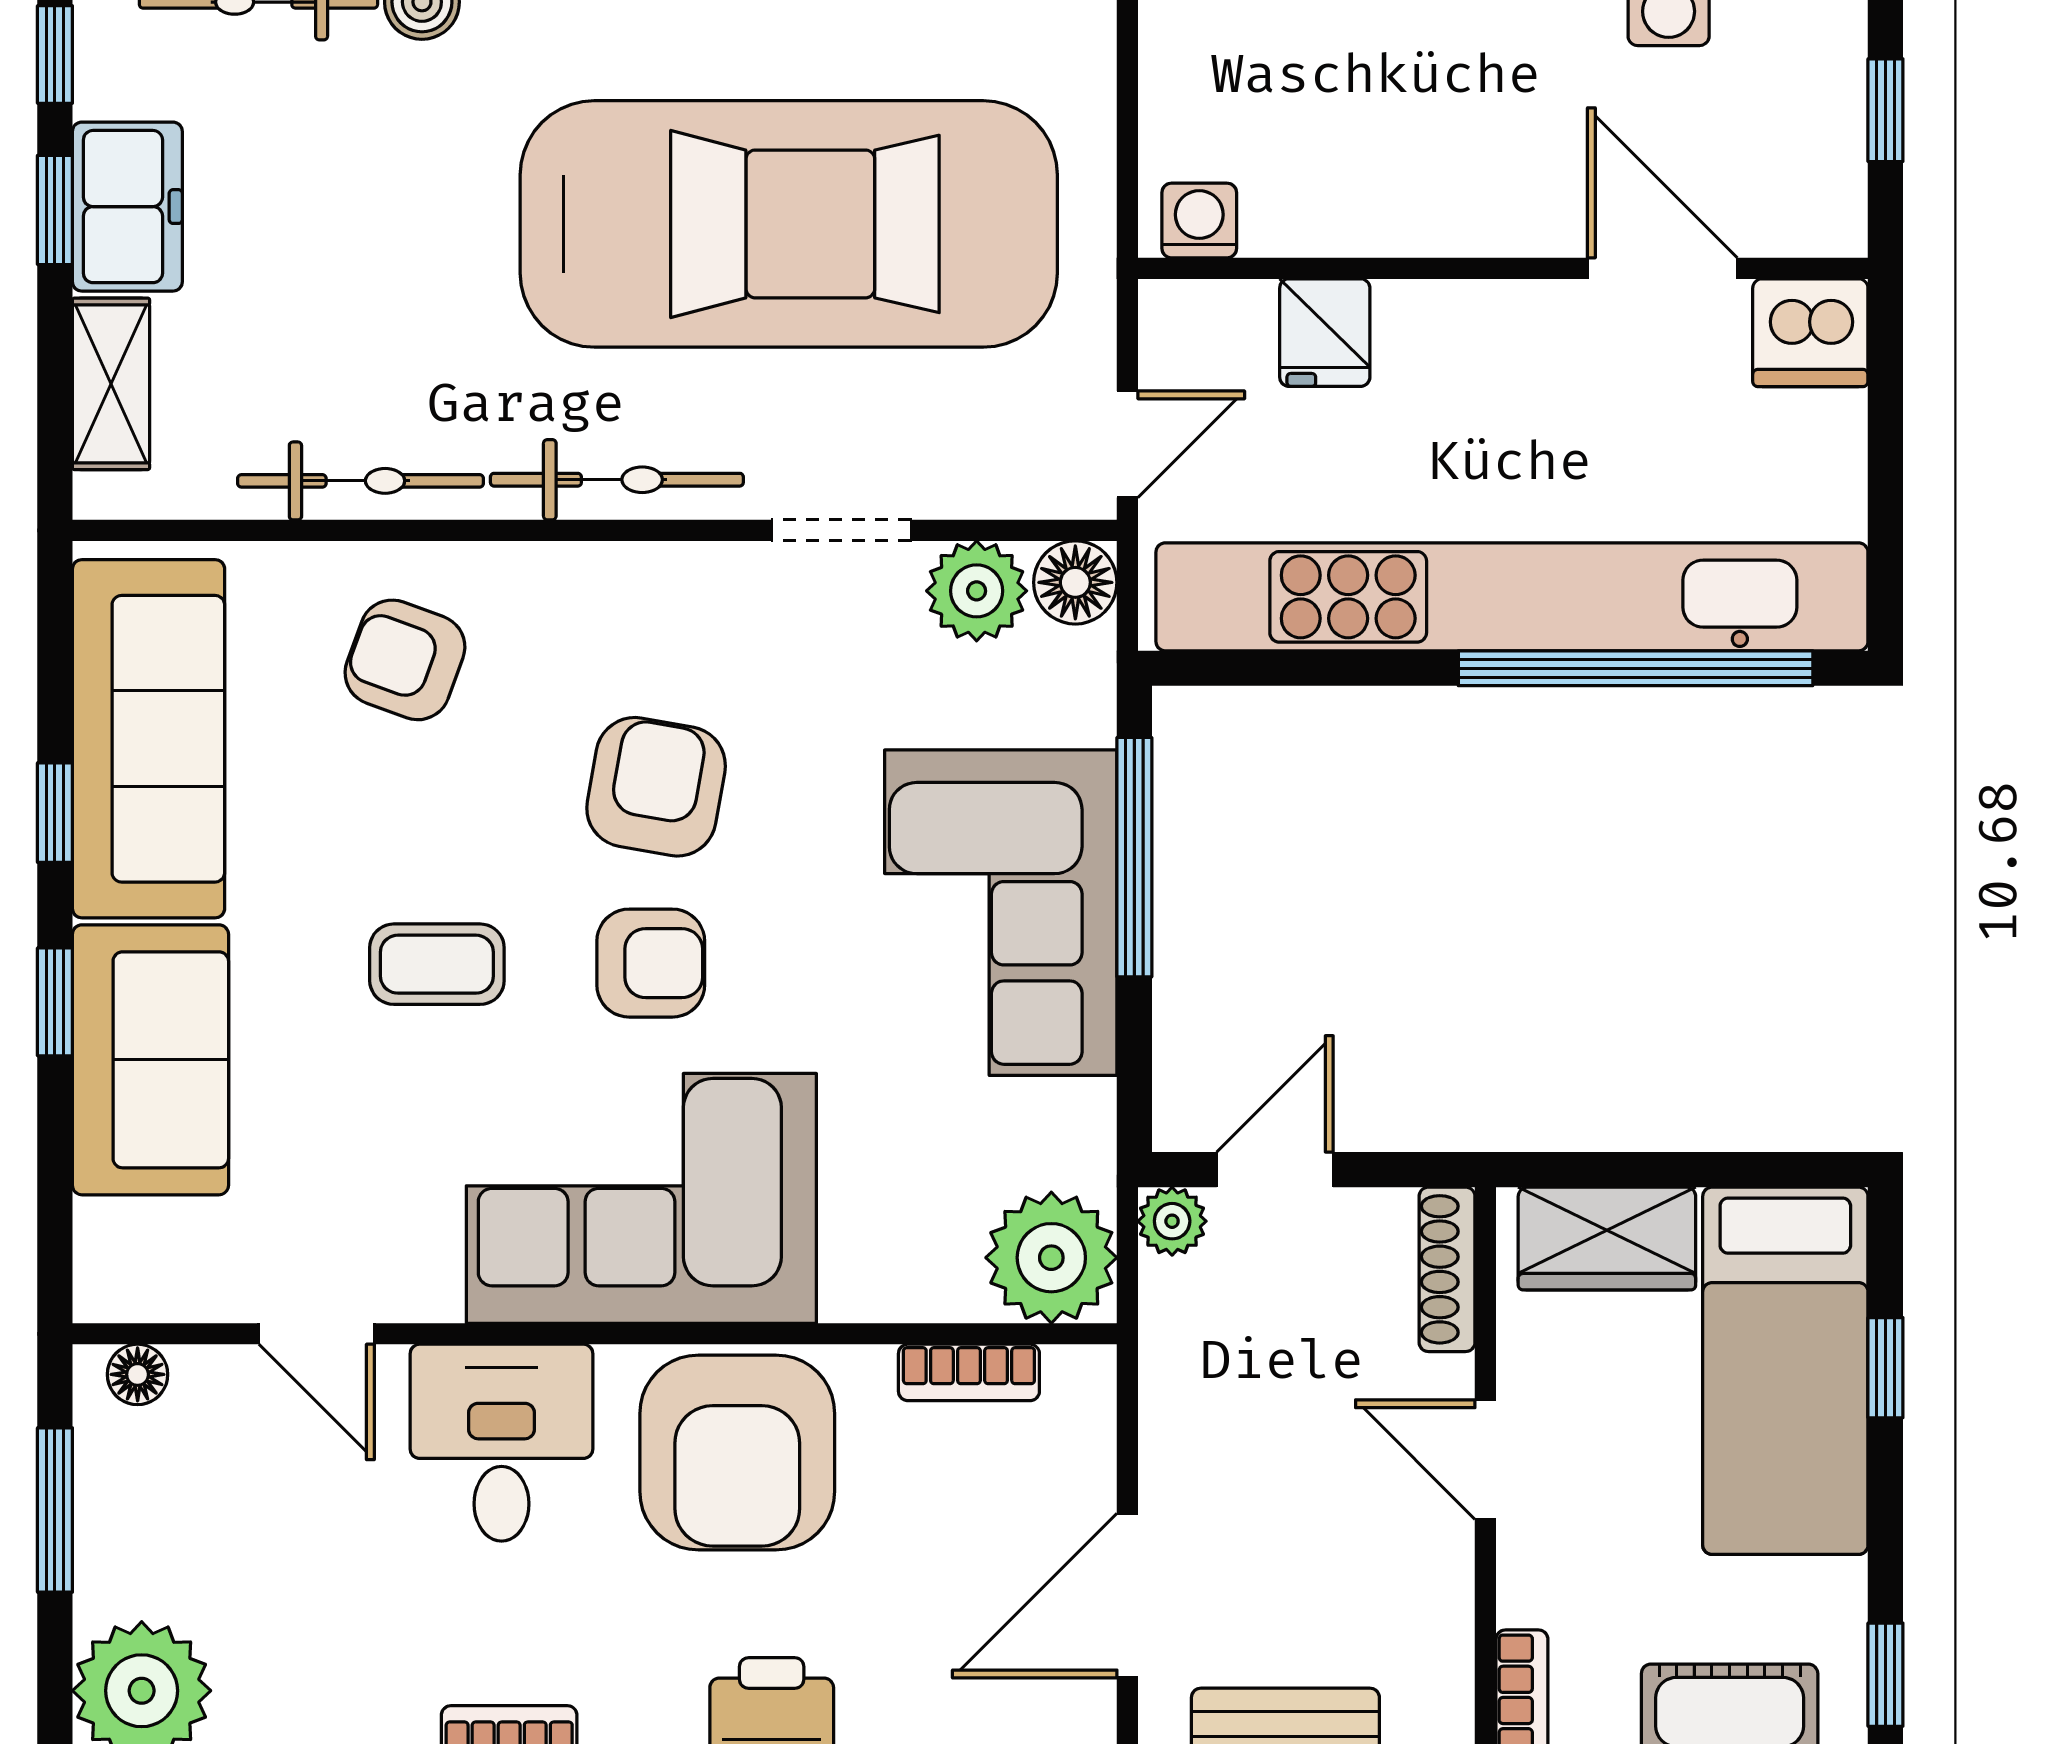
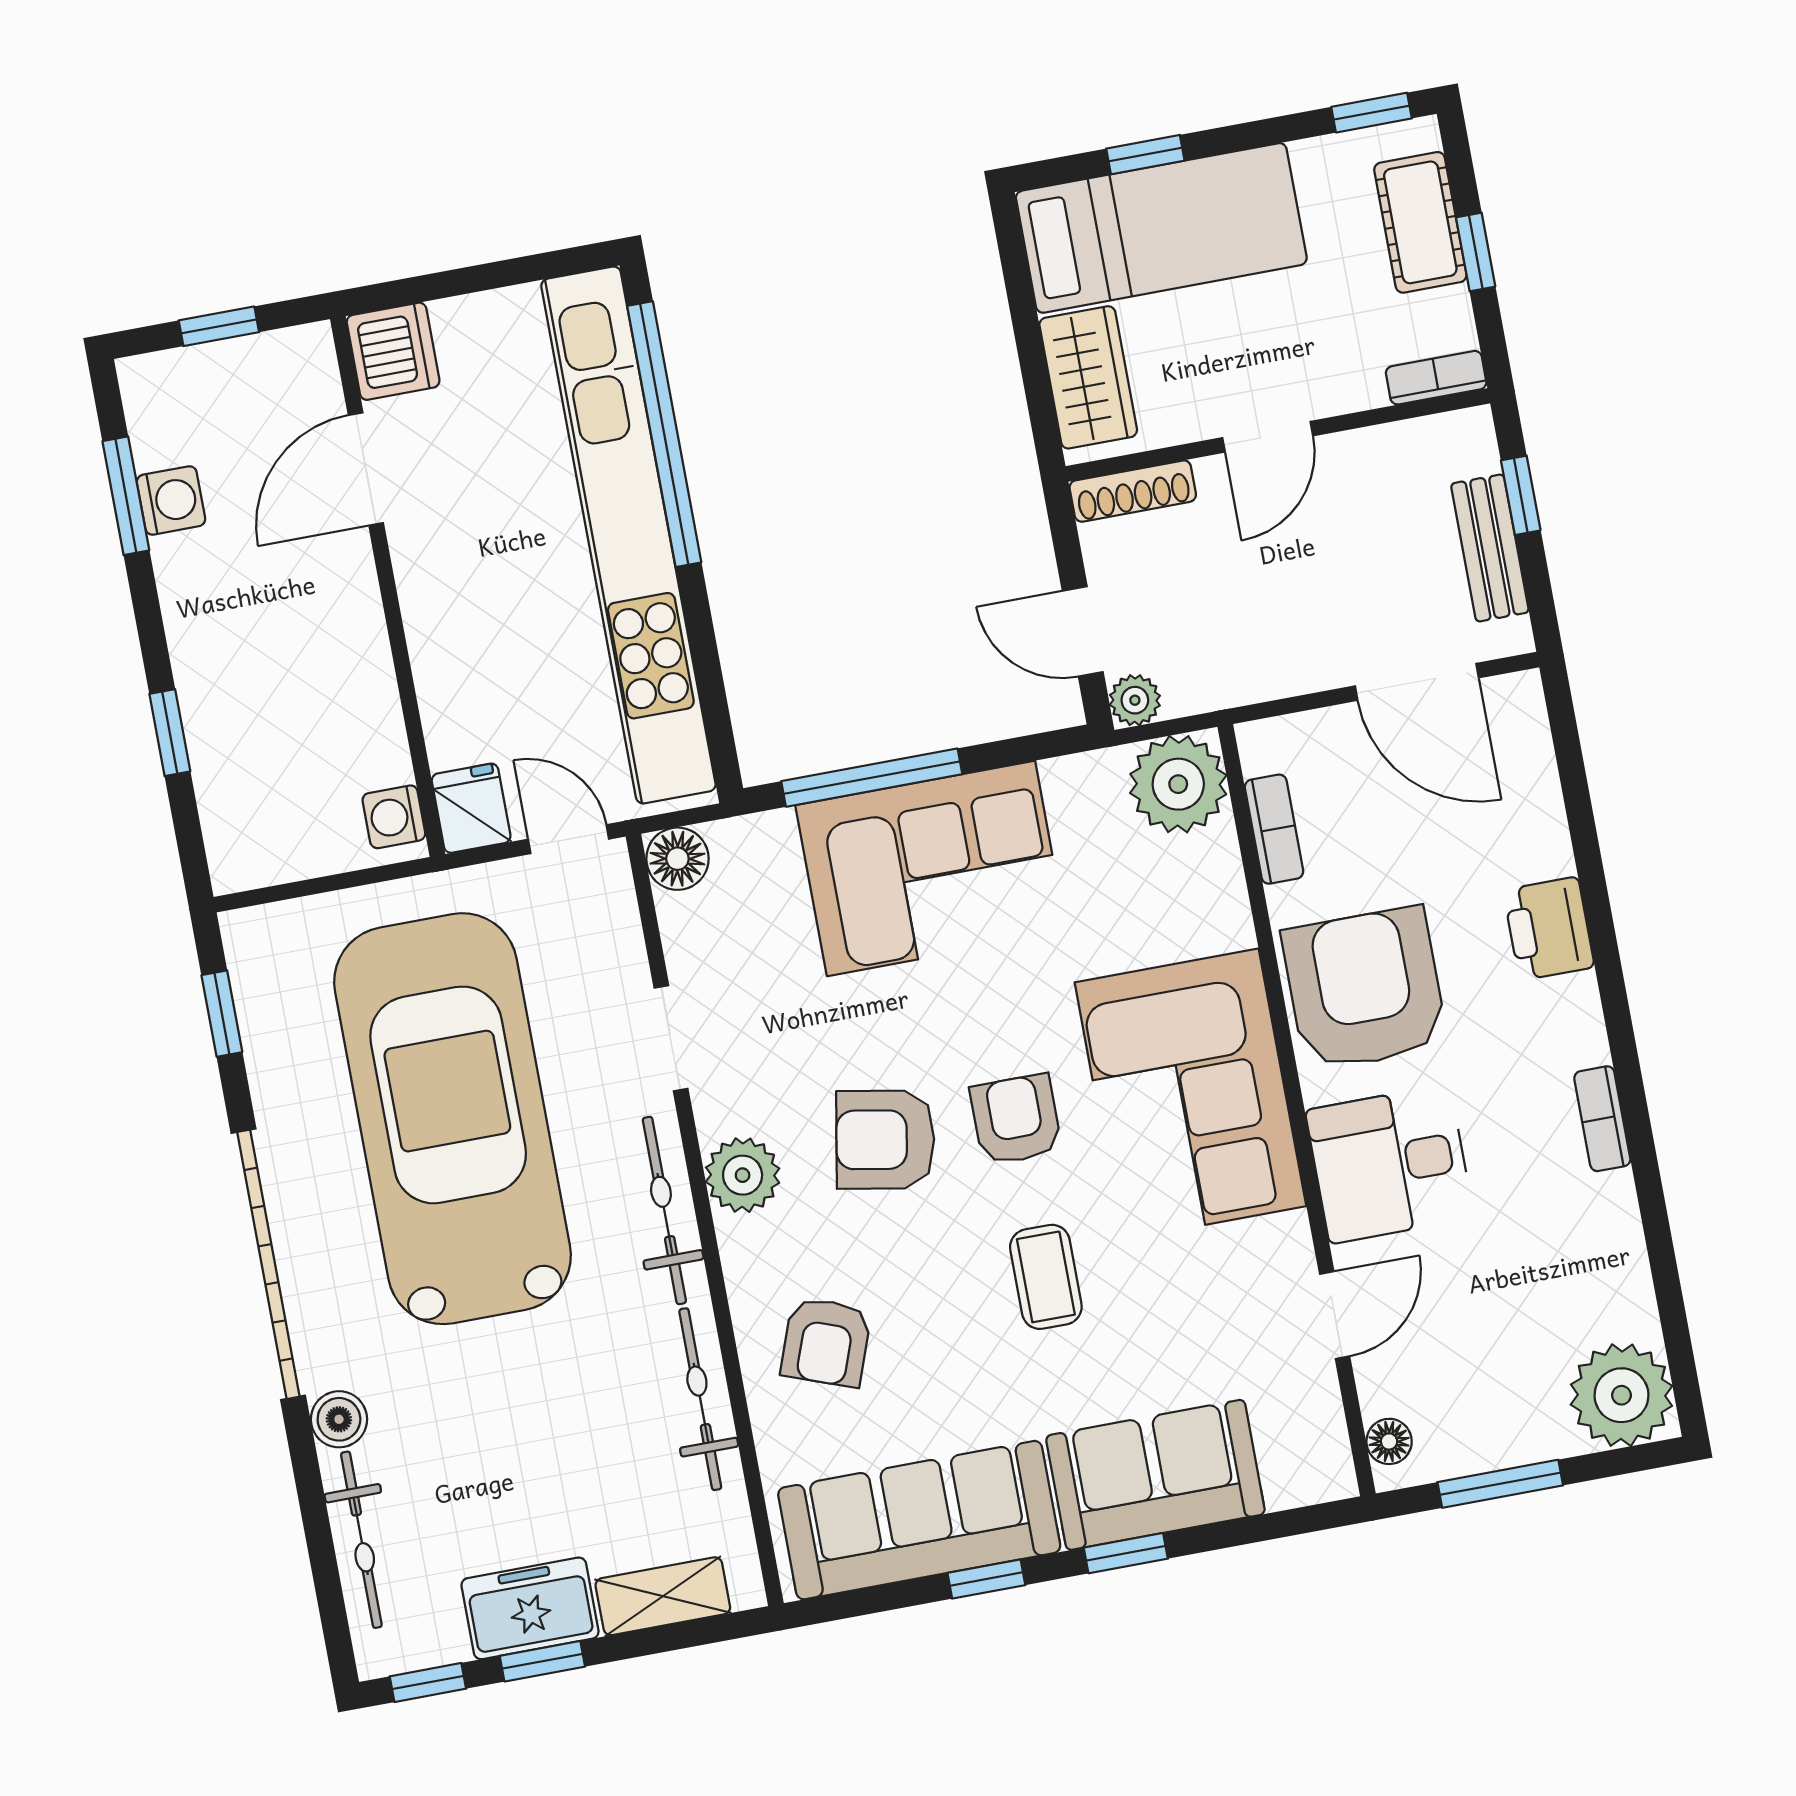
fridge: (1325, 333) -> (471, 808), moved, turned -90
plant: (977, 591) -> (743, 1175), moved
armchair: (737, 1453) -> (1365, 989), turned -90

